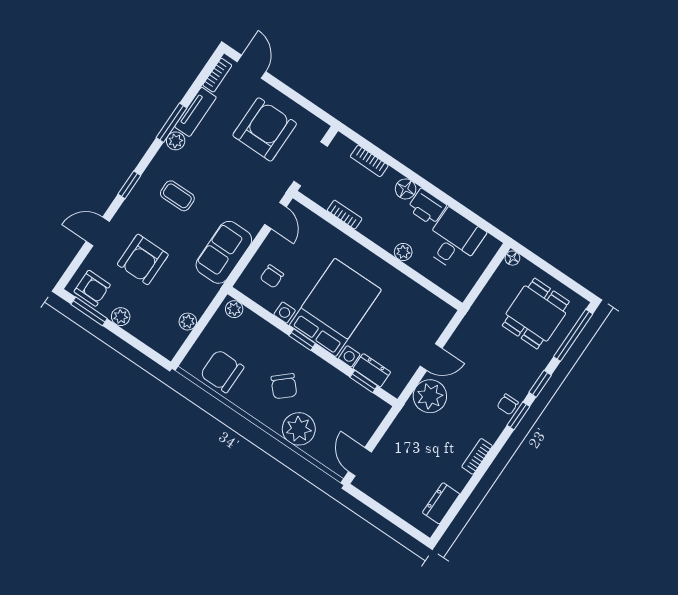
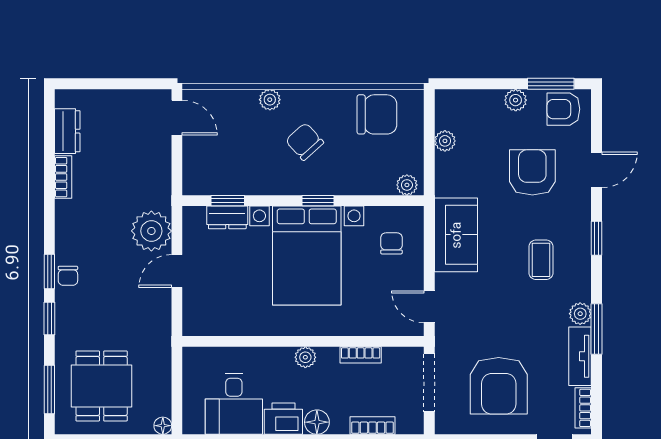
coffee table: (177, 196) -> (541, 260), turned 90
plant: (403, 252) -> (305, 357), moved
window: (573, 335) -> (49, 390), width x0.69
chair: (508, 404) -> (68, 276), turned 180
plant: (299, 429) -> (270, 100), width x0.53, depth x0.53
bookcase: (477, 456) -> (63, 177), moved

